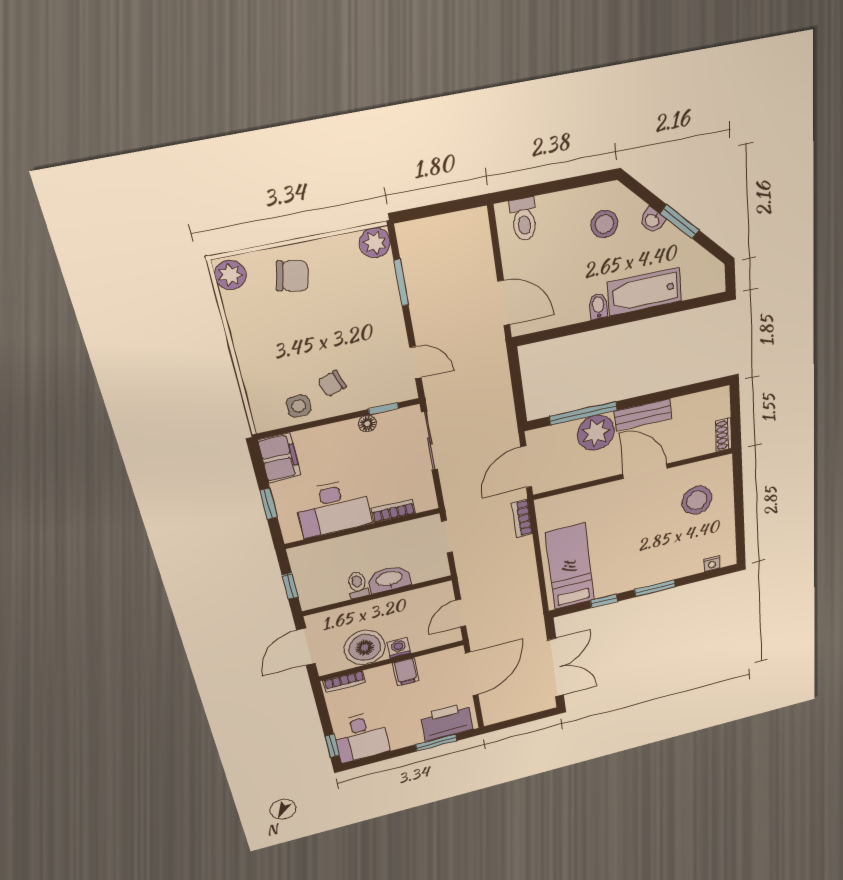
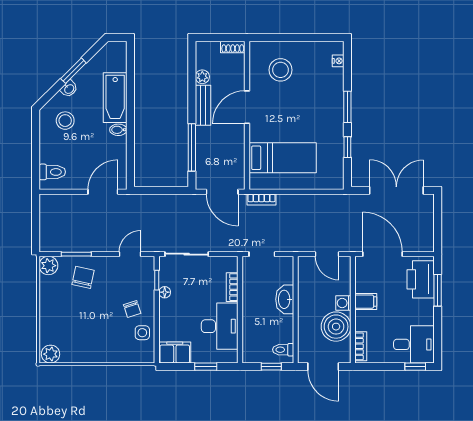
chair: (292, 276) -> (83, 277), moved
plant: (596, 433) -> (202, 77), moved, width x0.53, depth x0.53
bed: (570, 567) -> (283, 158), moved, turned 180
toilet: (358, 585) -> (283, 350), moved

